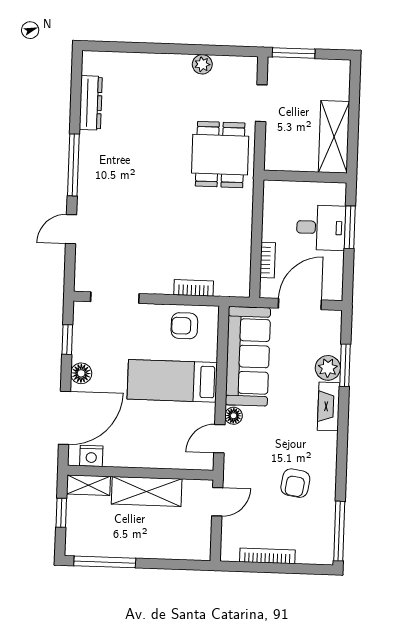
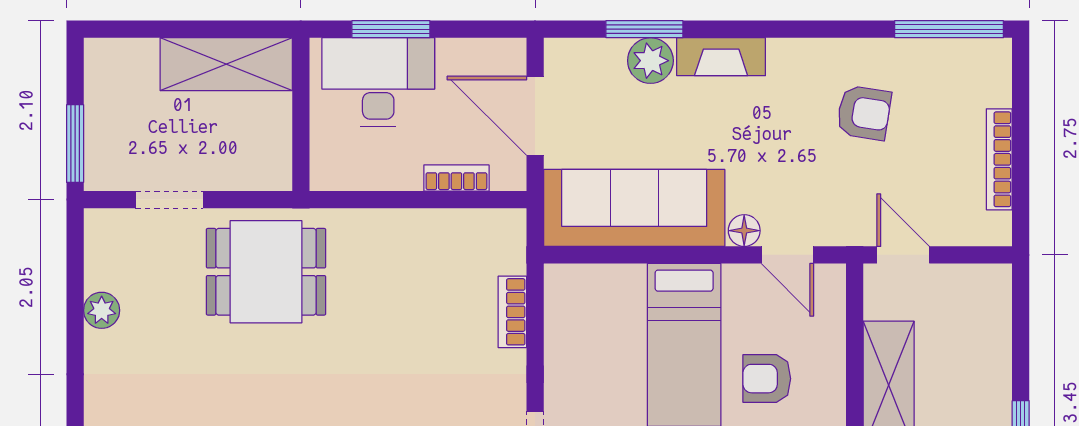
desk: (321, 228) -> (378, 82), width x1.37
armchair: (184, 326) -> (767, 379), moved, turned 90

